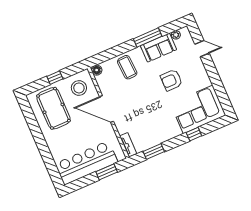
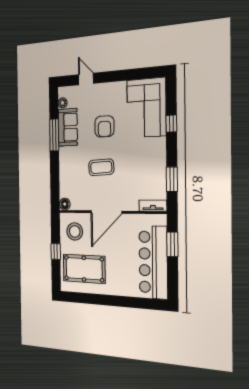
door: (202, 49) -> (86, 79), hinge flipped
coffee table: (127, 67) -> (101, 167), moved

